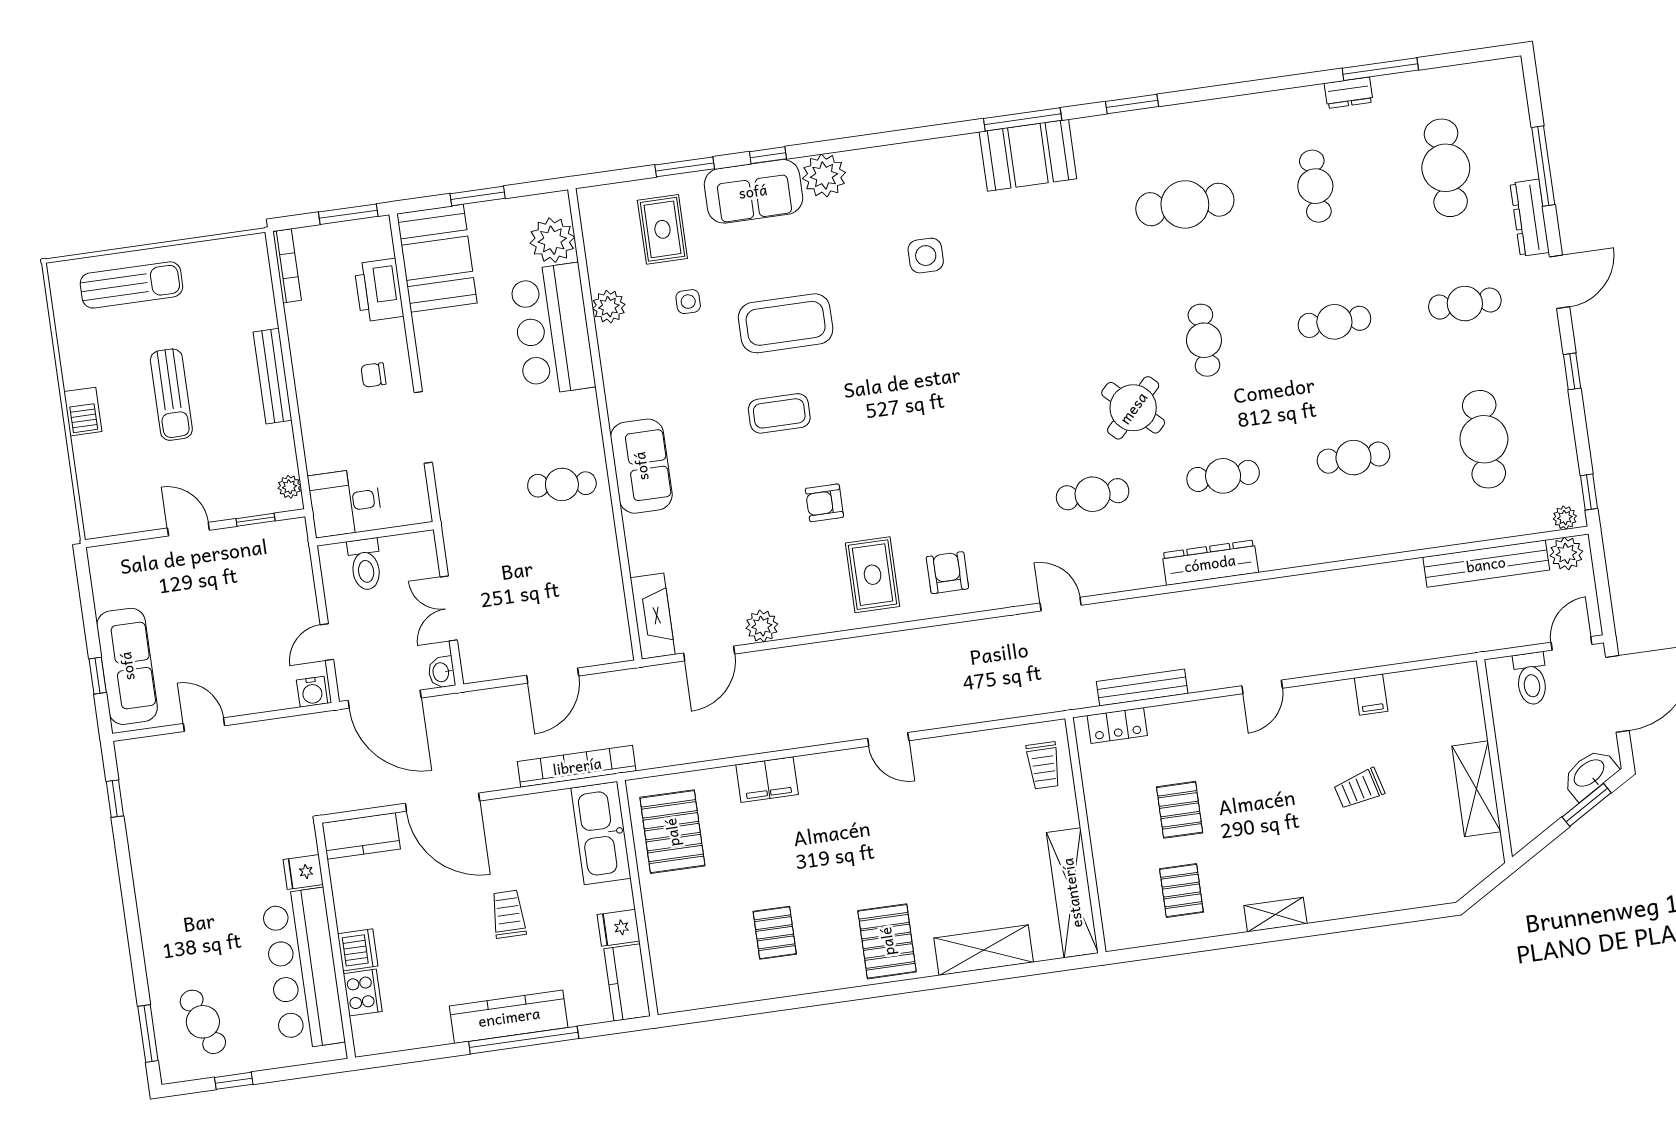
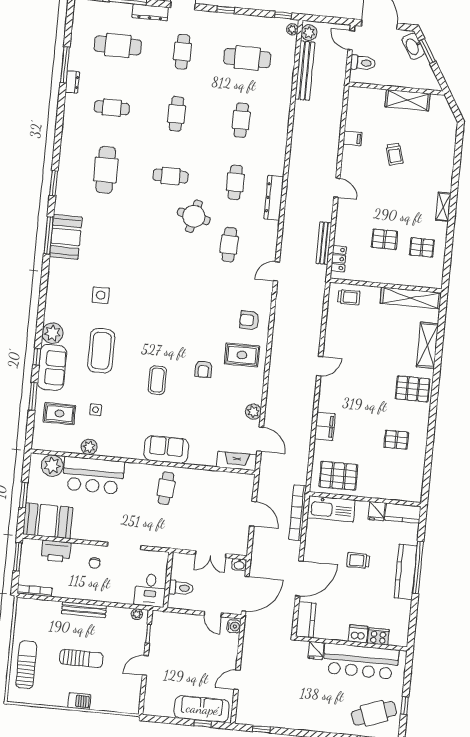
coffee table: (786, 323) -> (101, 351), moved
round table: (1133, 408) -> (194, 216), turned -31
cafe table: (203, 1022) -> (374, 713), width x1.37, depth x1.35

